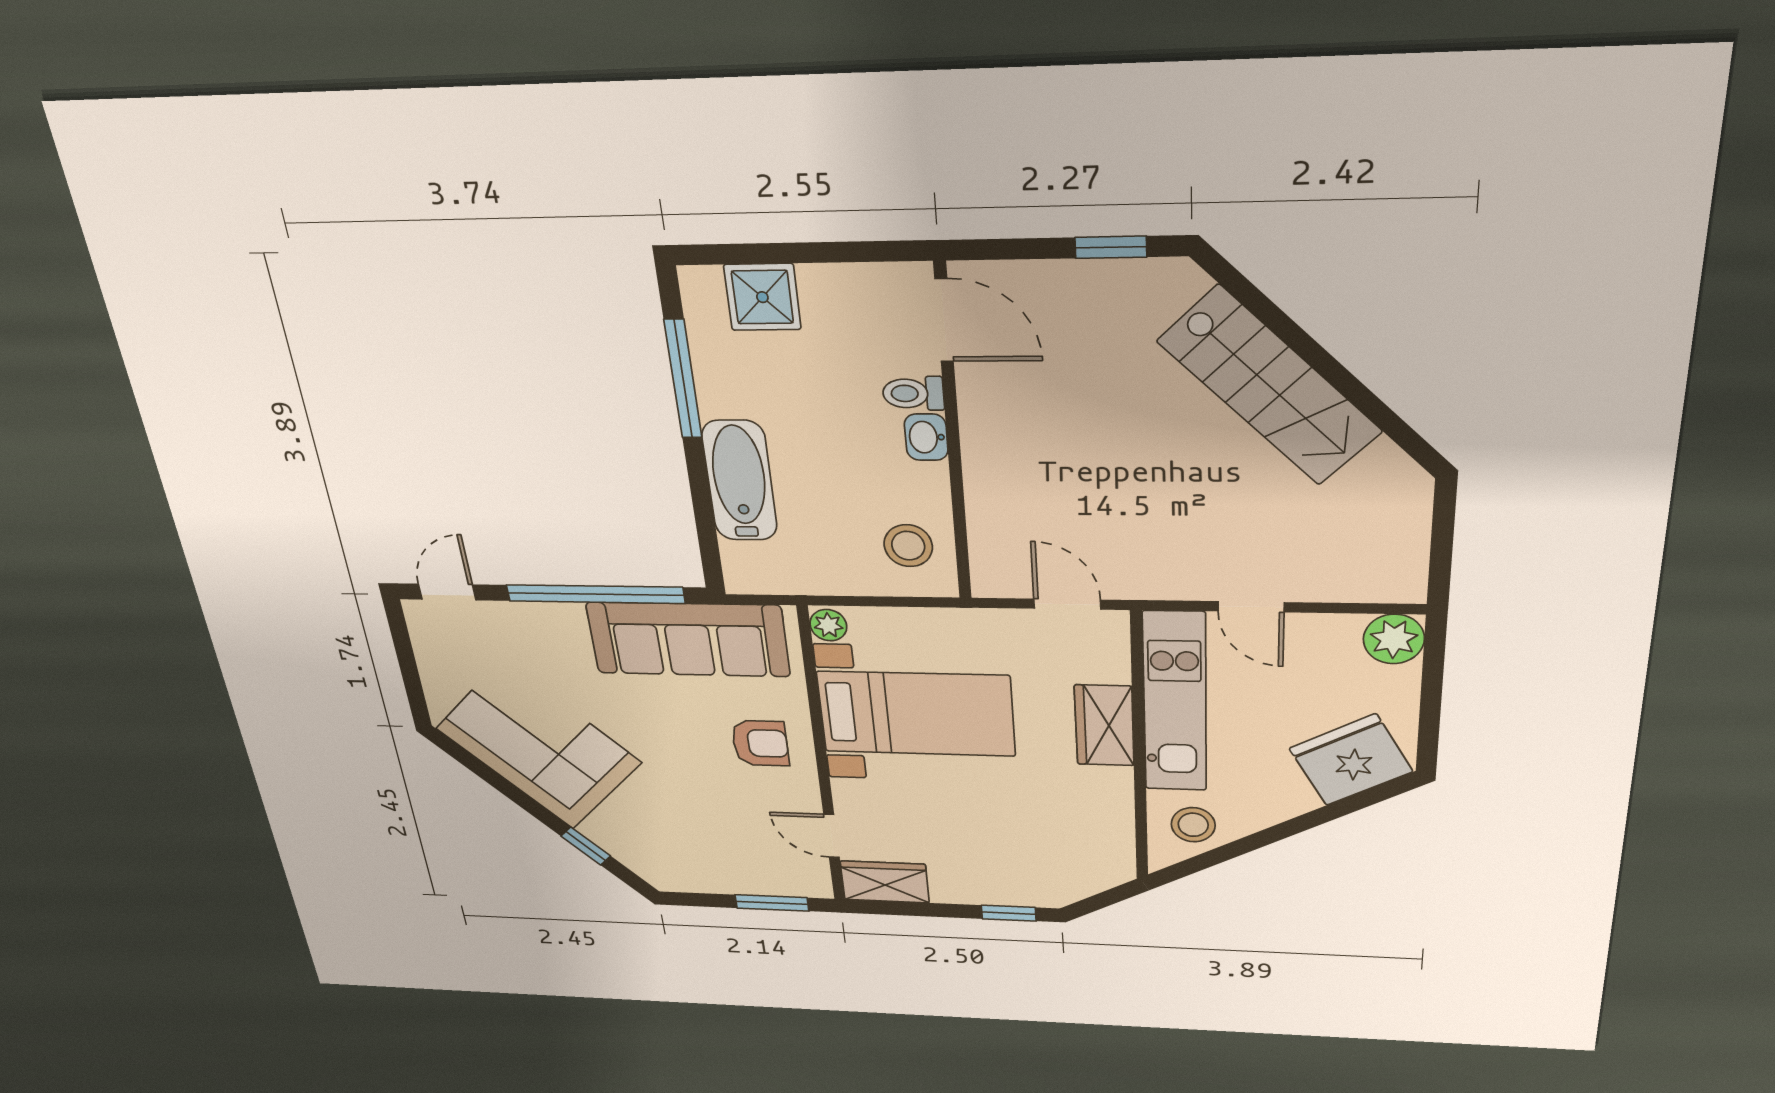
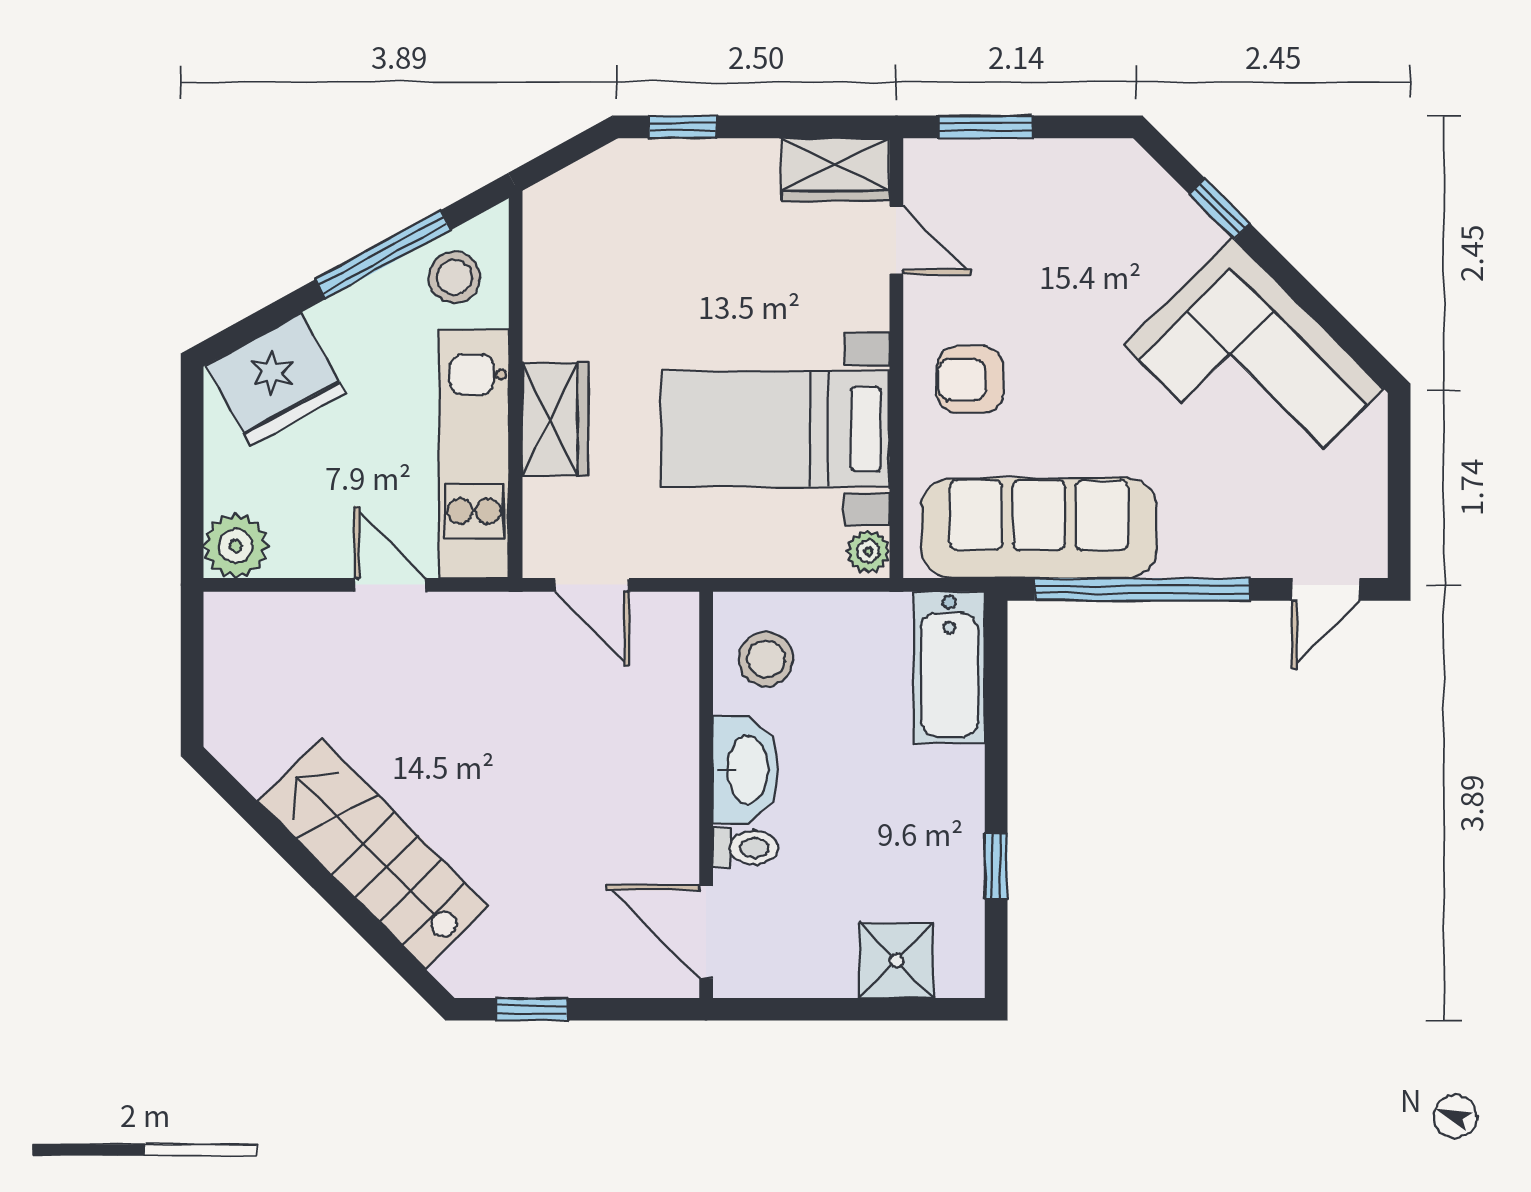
window: (683, 379) -> (996, 866), width x0.46
washbasin: (926, 437) -> (745, 770), width x1.91, depth x1.45
bathtub: (740, 481) -> (949, 667), moved
window: (1254, 842) -> (383, 255), added

